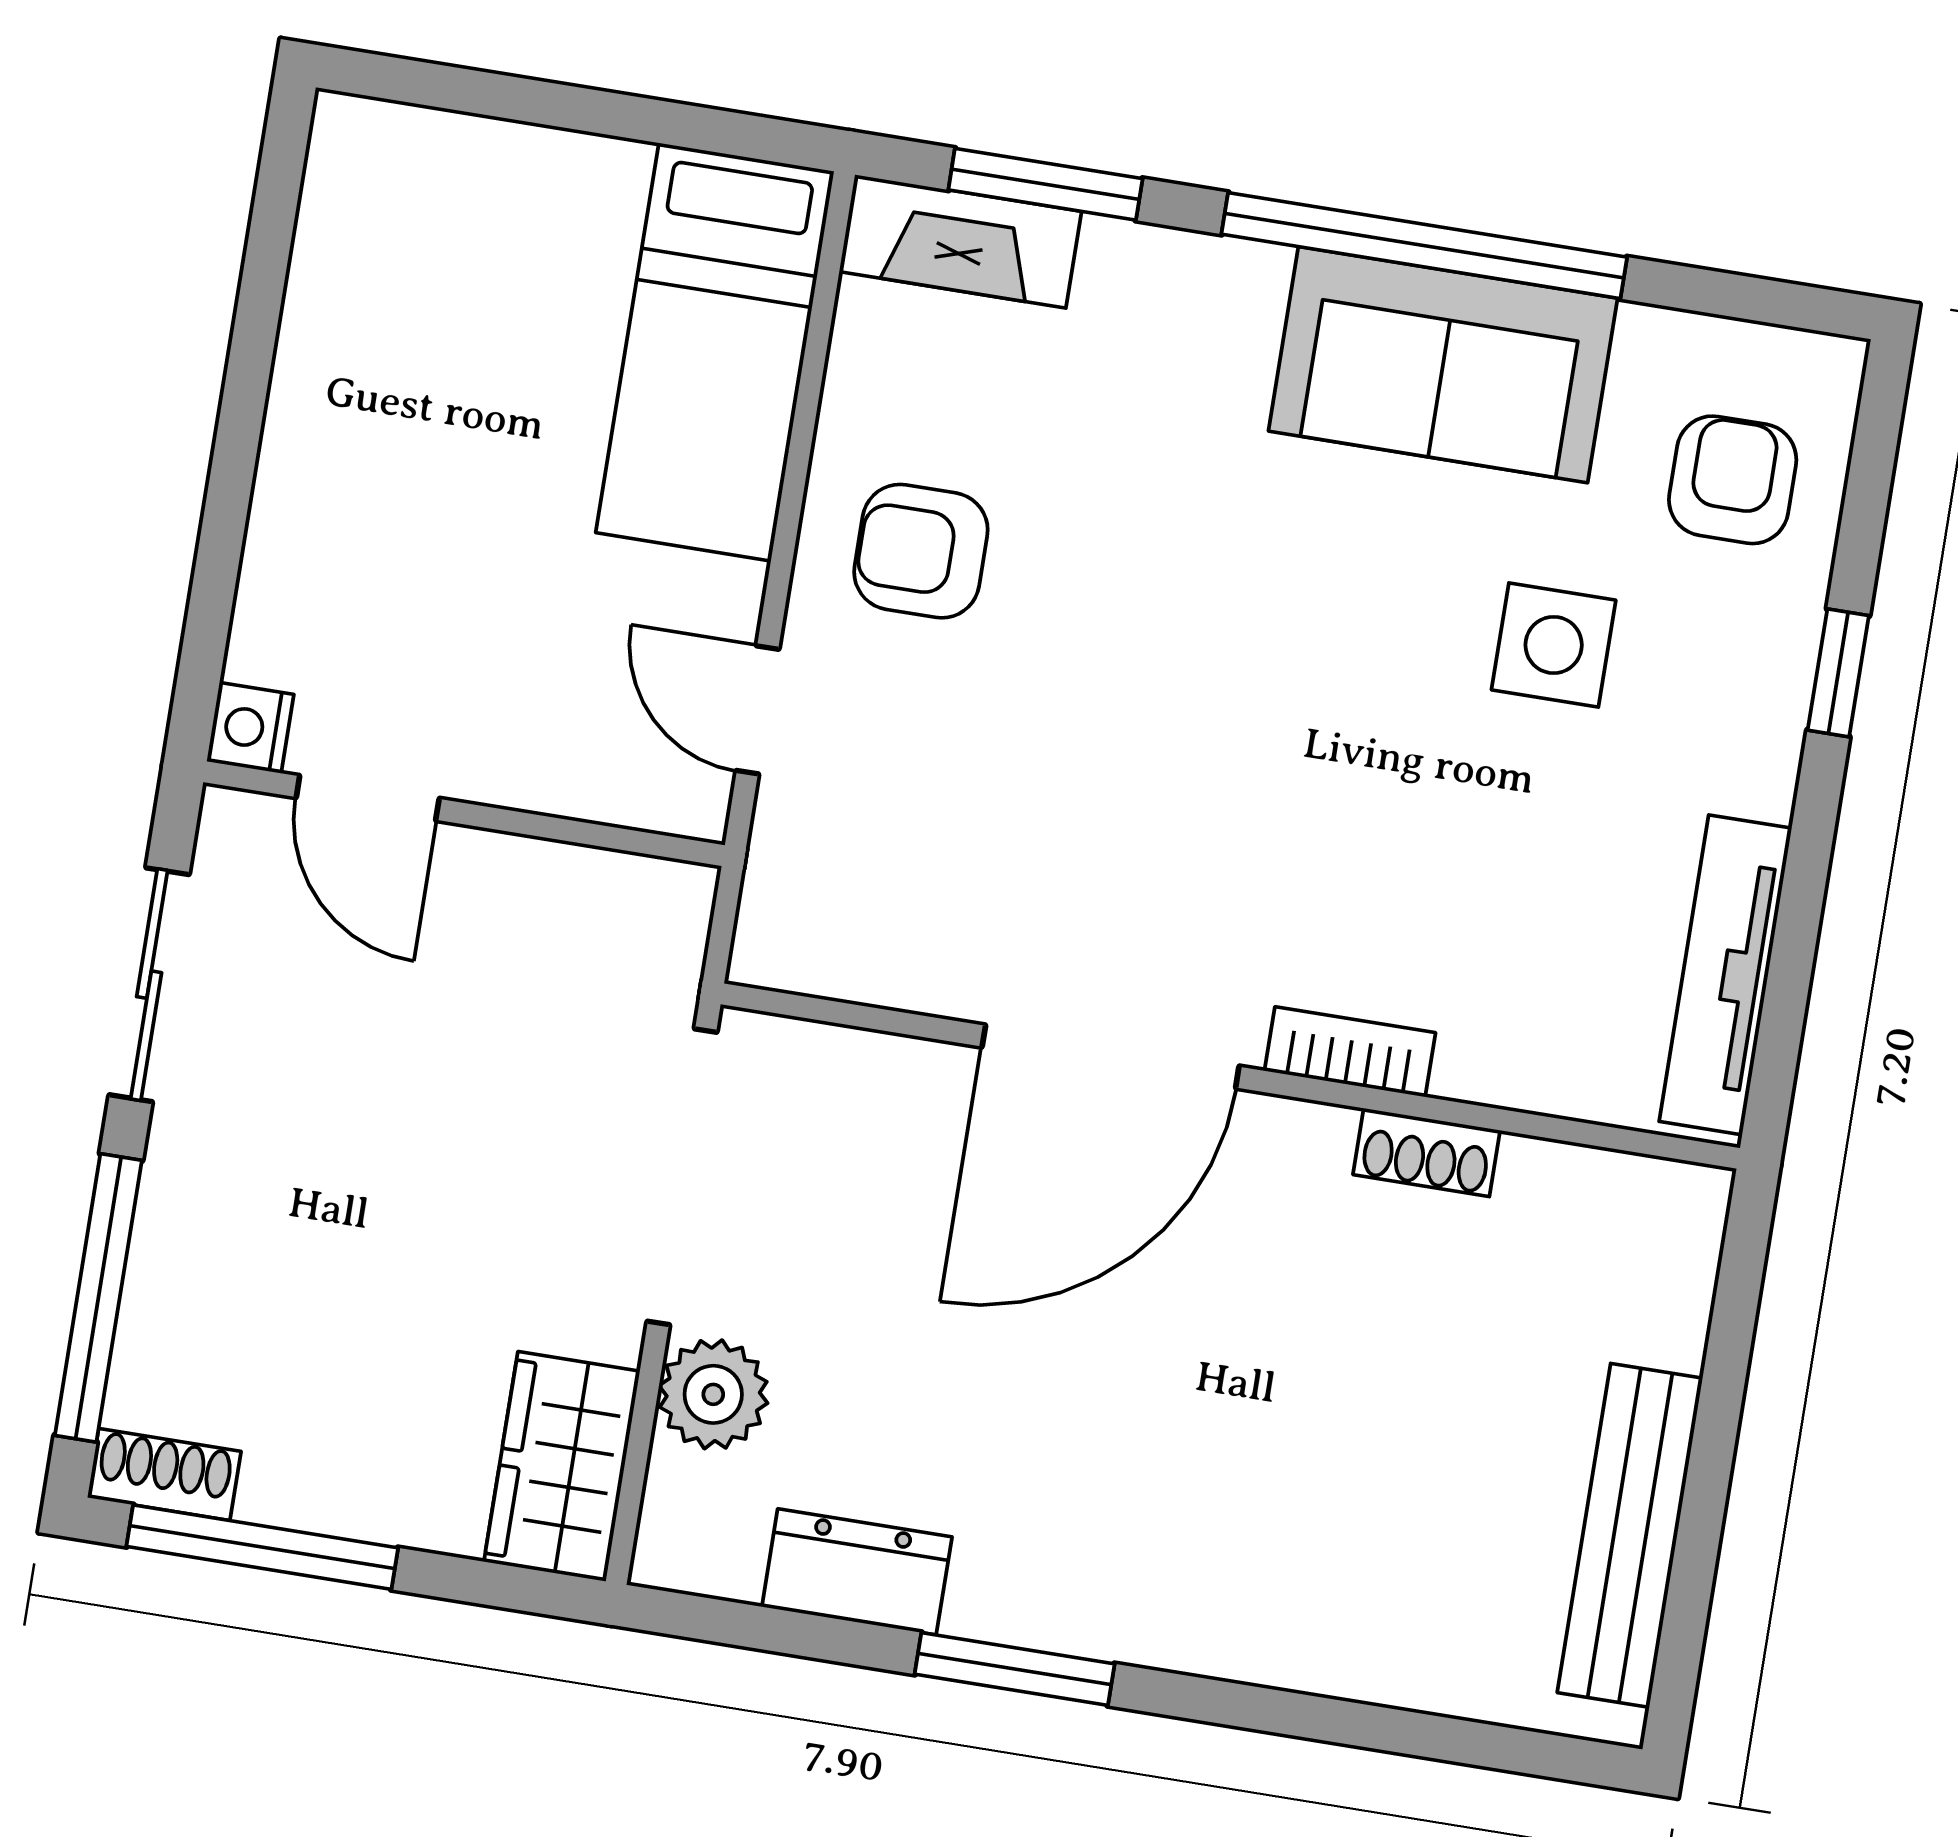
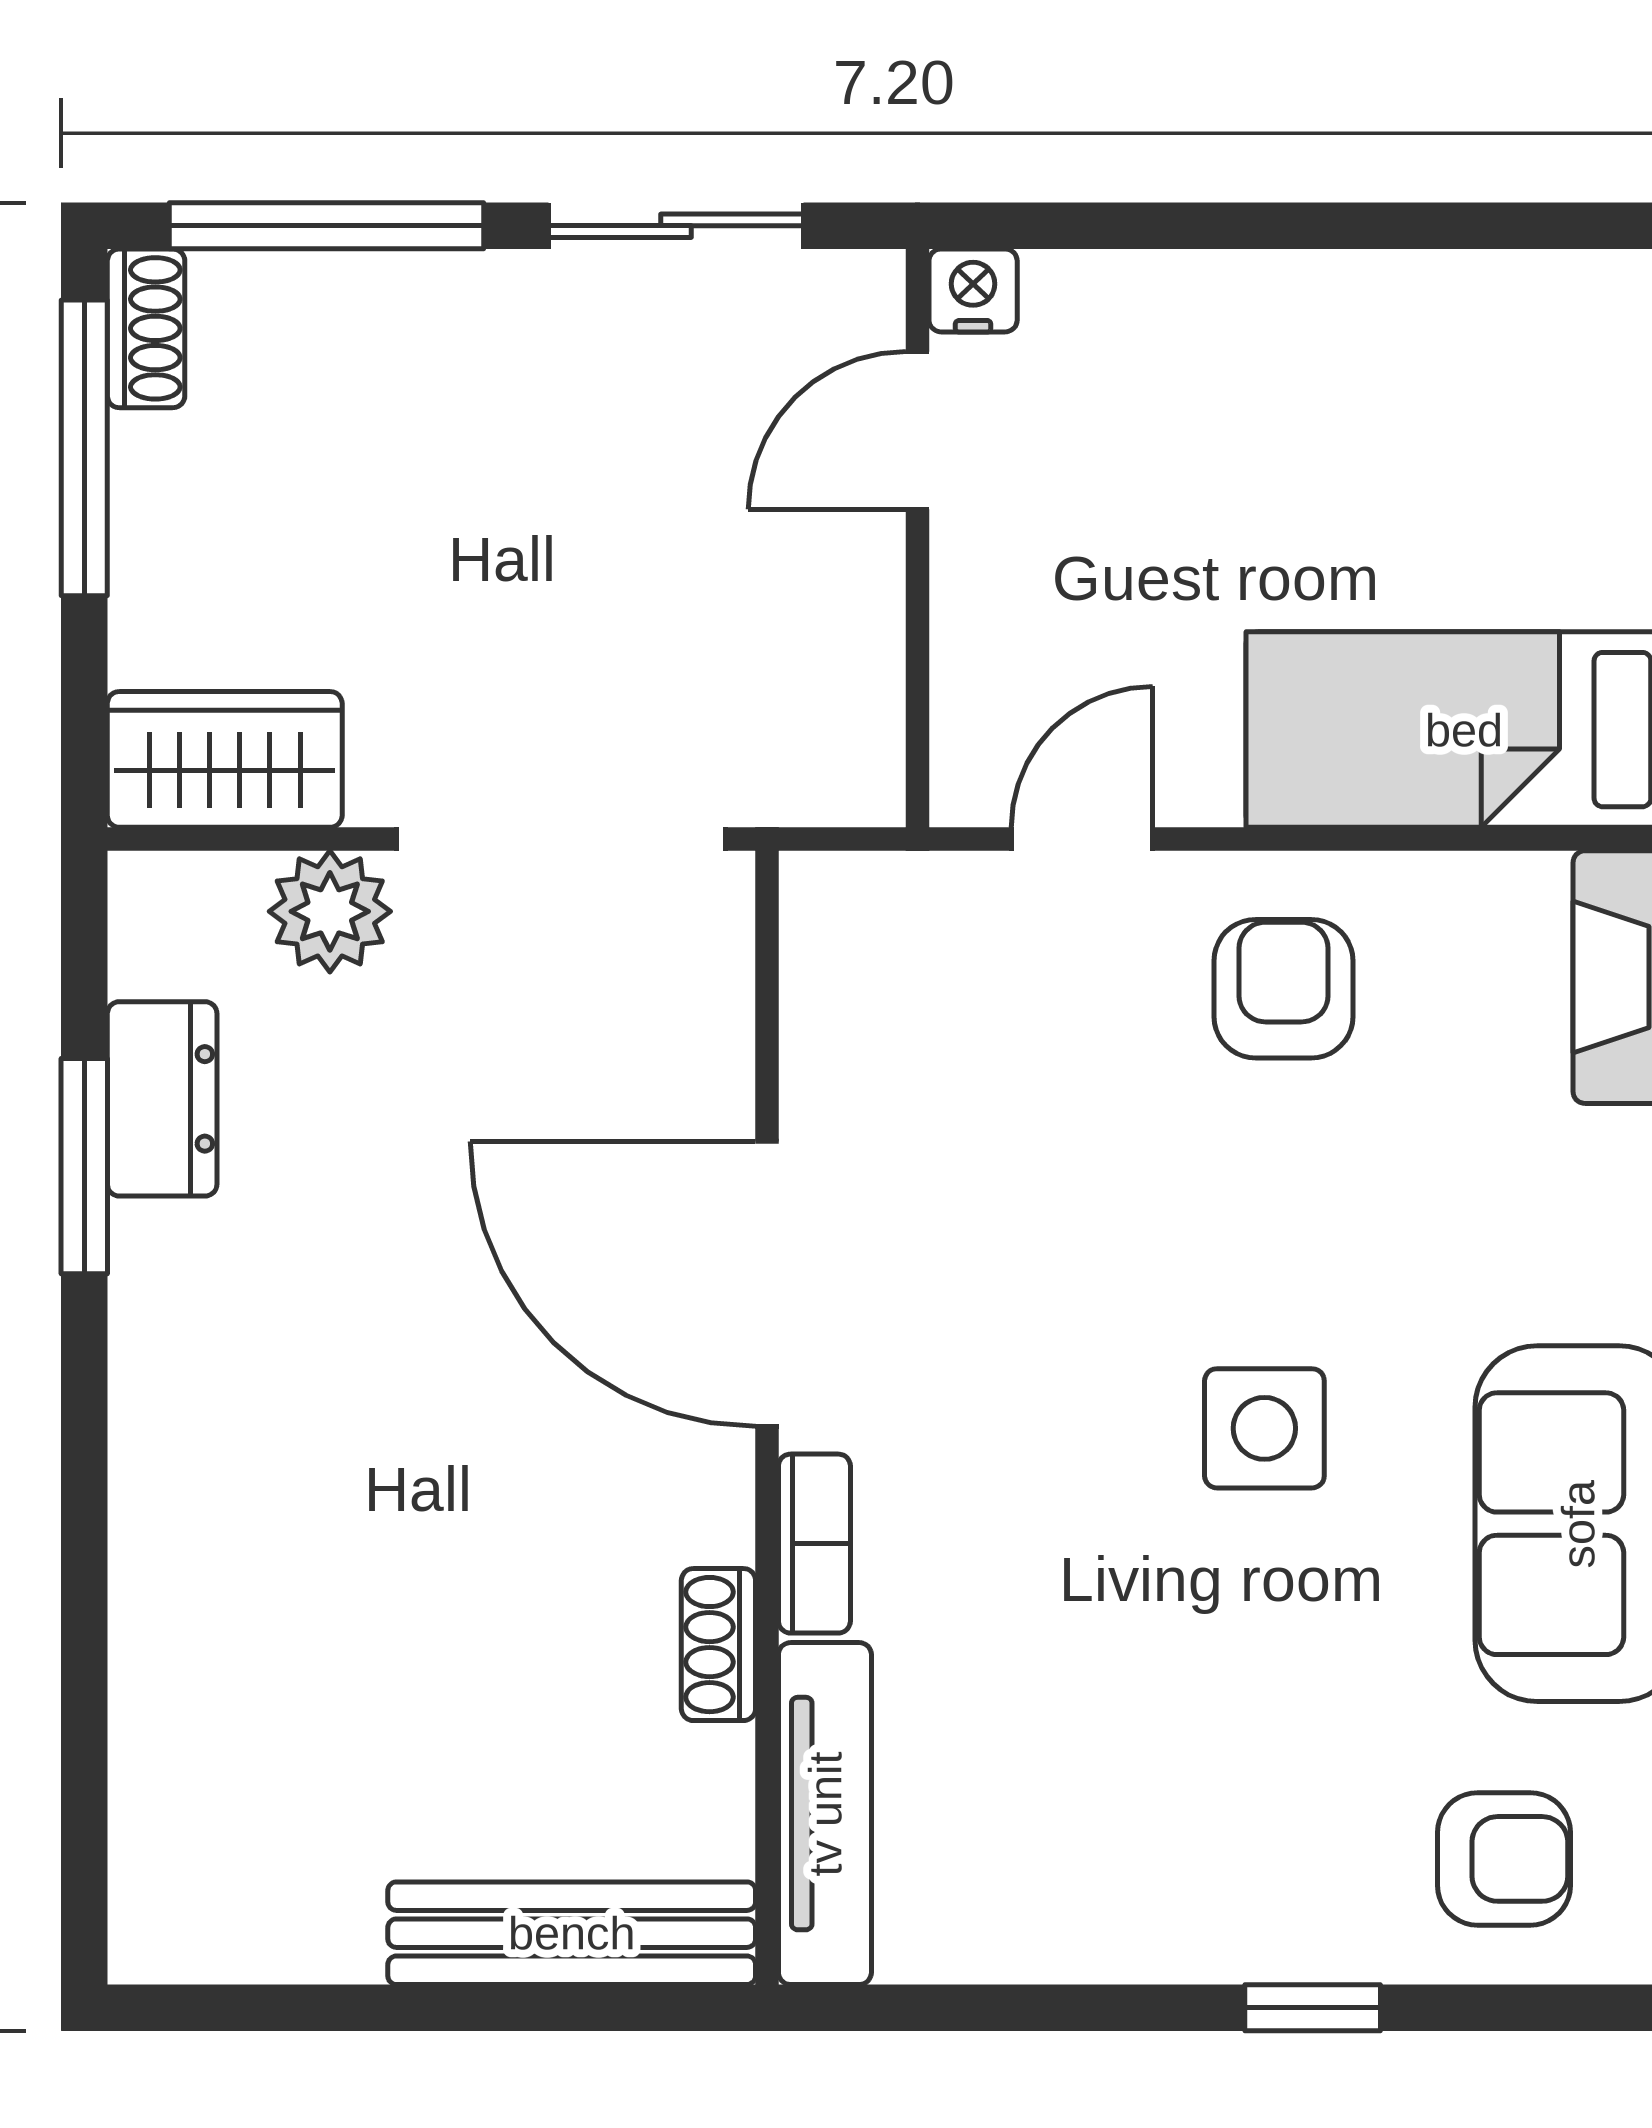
side table: (1554, 645) -> (1264, 1428), moved
tv unit: (1725, 975) -> (825, 1814), moved, turned 90
bench: (1630, 1535) -> (572, 1933), moved
window: (1015, 1669) -> (84, 1166), moved

